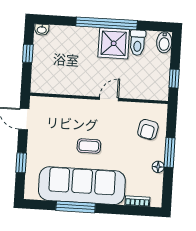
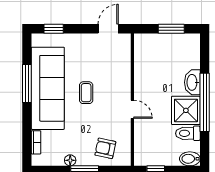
washbasin: (42, 30) -> (192, 82), moved, width x1.91, depth x1.45
window: (28, 53) -> (171, 29), width x1.50
window: (21, 163) -> (54, 29), moved

